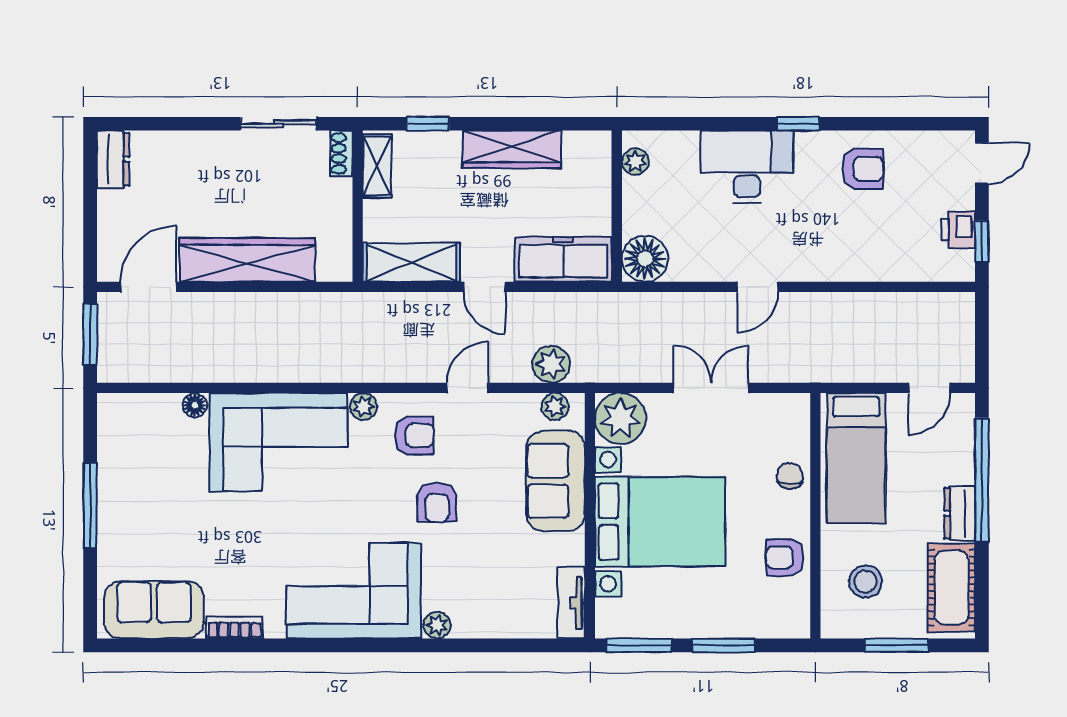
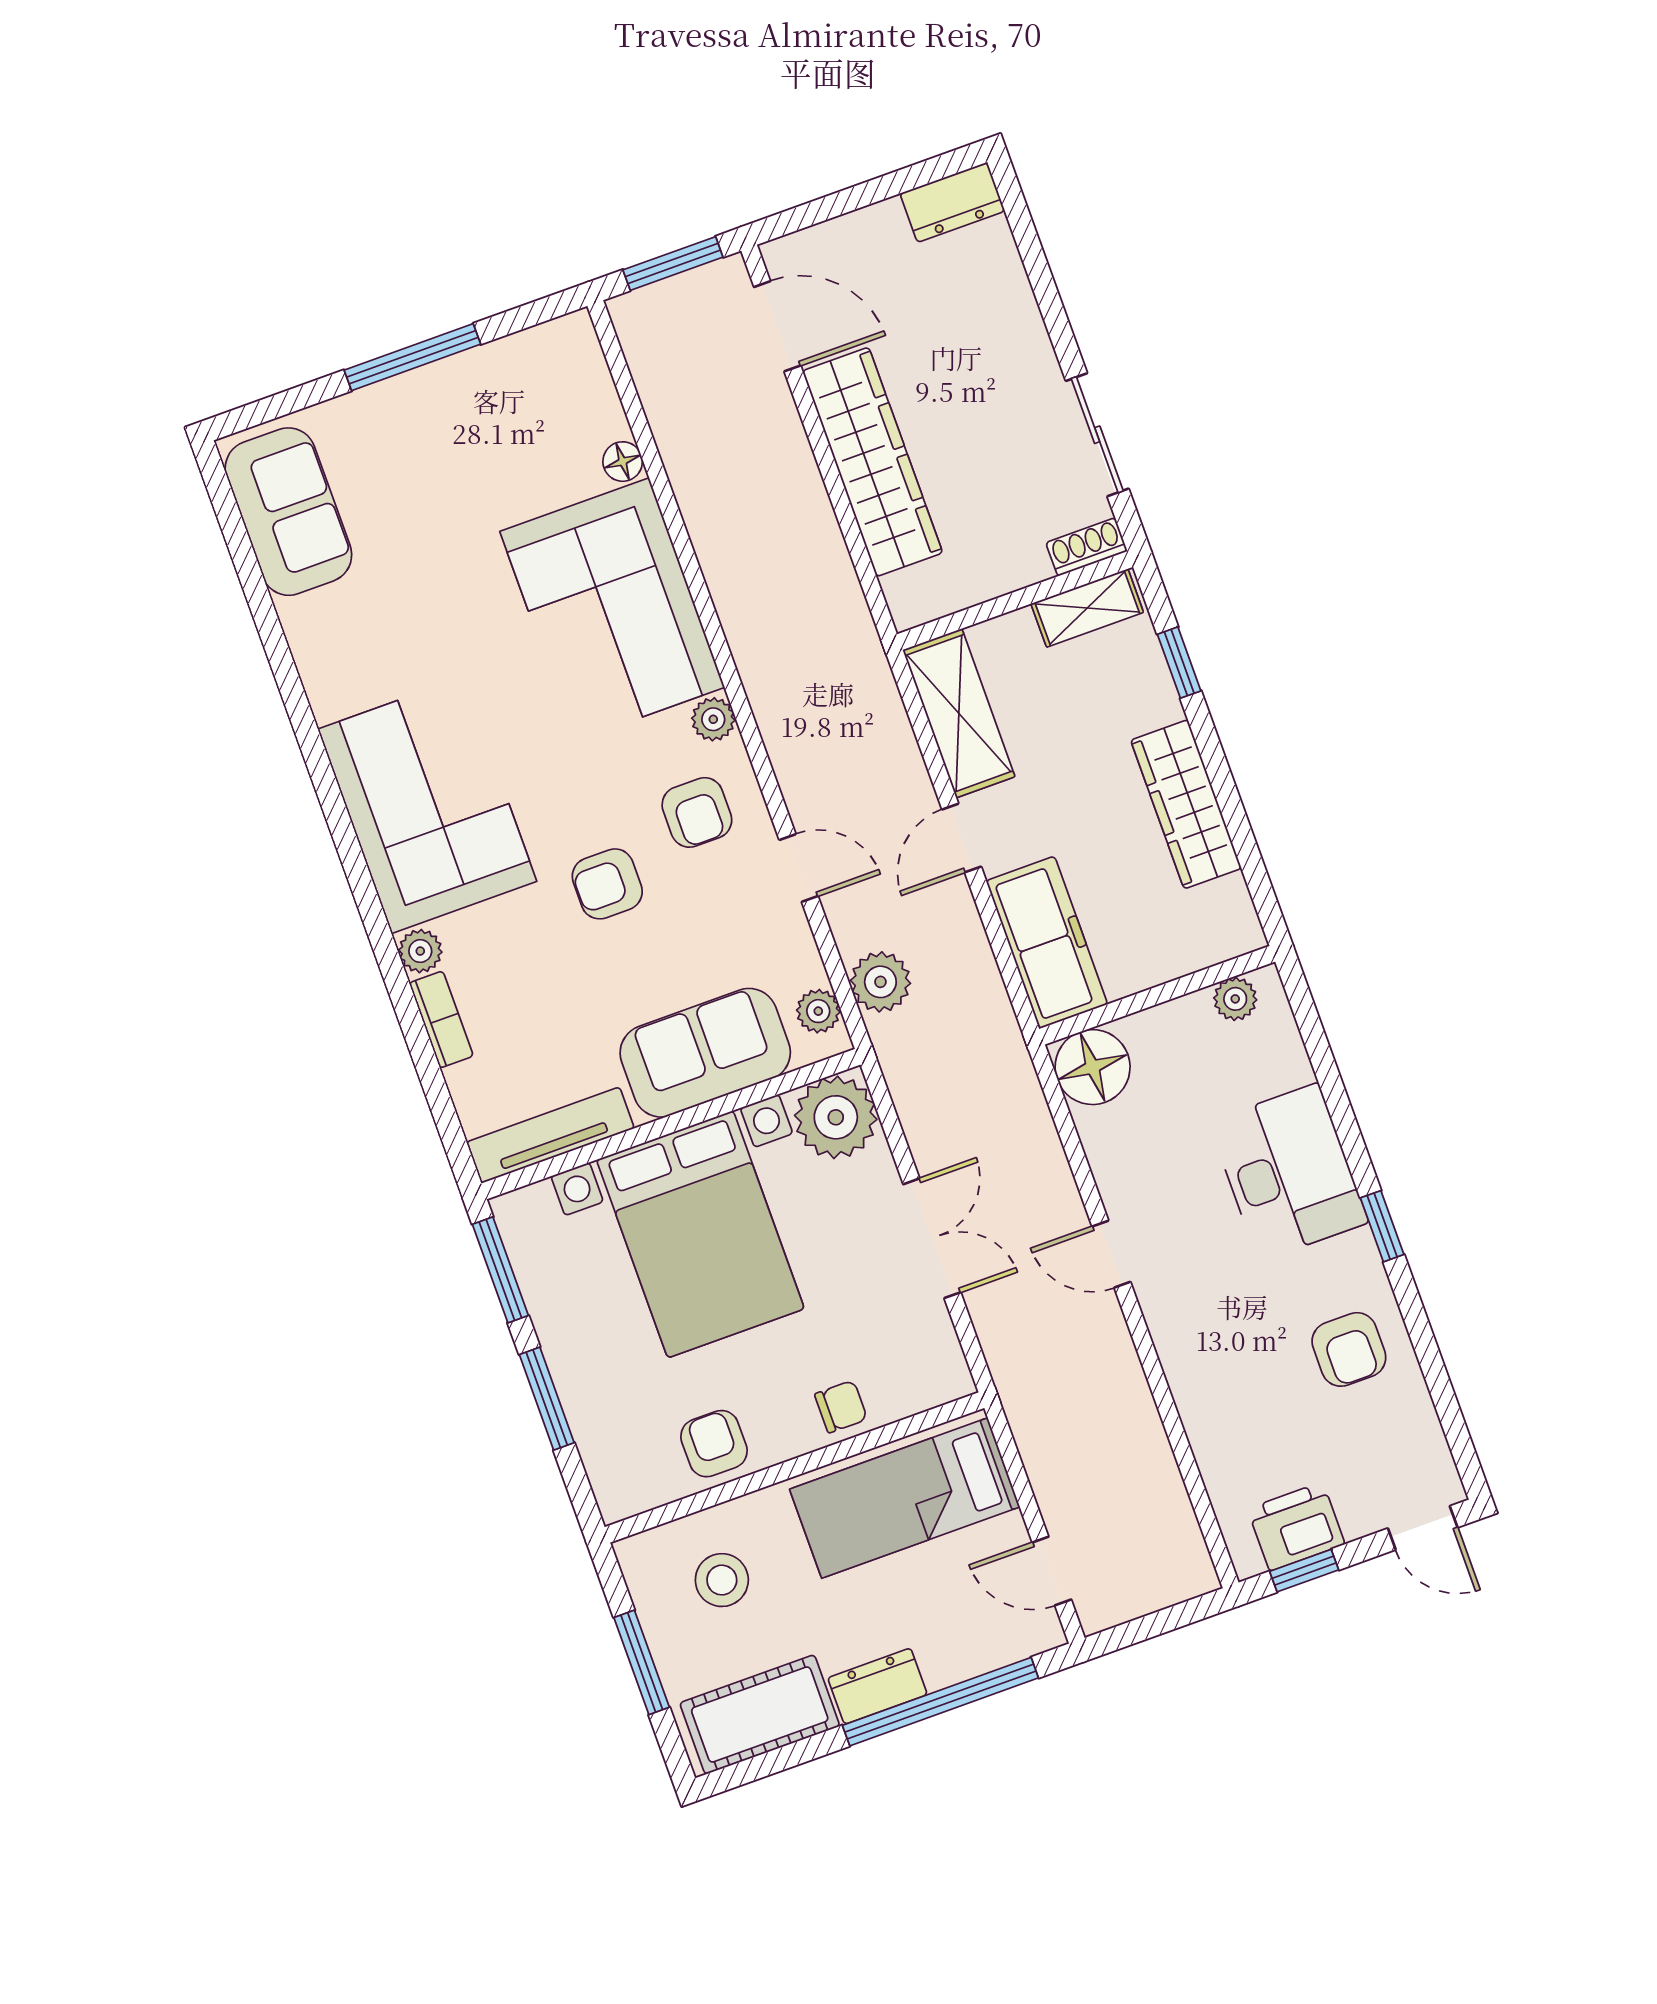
printer: (959, 230) -> (1296, 1526), width x1.36, depth x1.24
tv unit: (571, 603) -> (550, 1135), width x1.41
bookcase: (234, 627) -> (441, 1020), moved

